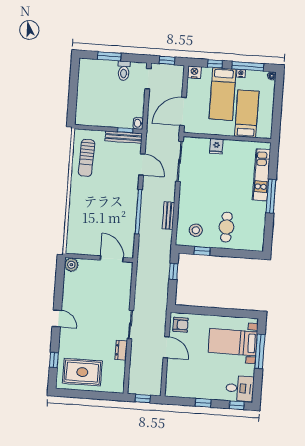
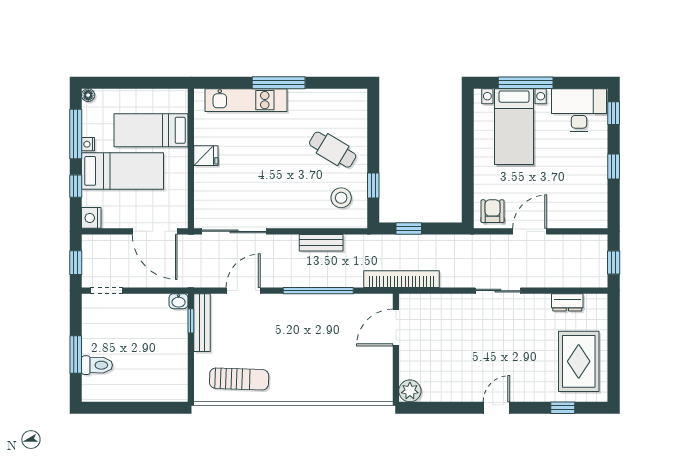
toilet: (124, 71) -> (97, 365), moved
fridge: (216, 146) -> (206, 156), moved
cafe table: (226, 227) -> (333, 150), turned 31
bookcase: (142, 264) -> (402, 279), added
dresser: (121, 350) -> (567, 302), moved
desk: (240, 388) -> (579, 110), width x1.37

